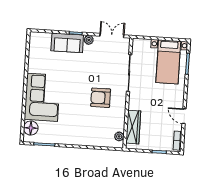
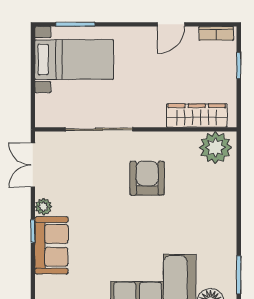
armchair: (101, 98) -> (147, 178), turned 180
plant: (119, 136) -> (215, 148), width x1.88, depth x1.88

